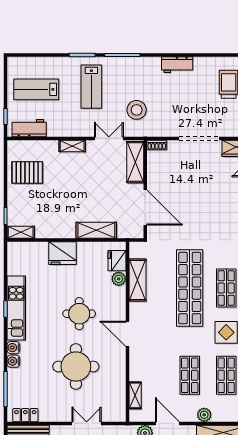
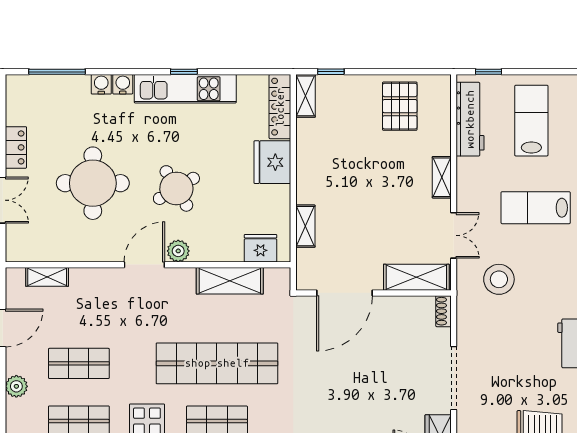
workbench: (29, 128) -> (470, 119), width x1.37
shelving: (96, 230) -> (305, 226), width x0.67, depth x0.75
locker: (28, 248) -> (280, 107), added
plant: (119, 279) -> (178, 251), moved
round table: (79, 314) -> (176, 188), turned -31
locker: (25, 415) -> (16, 147), moved

